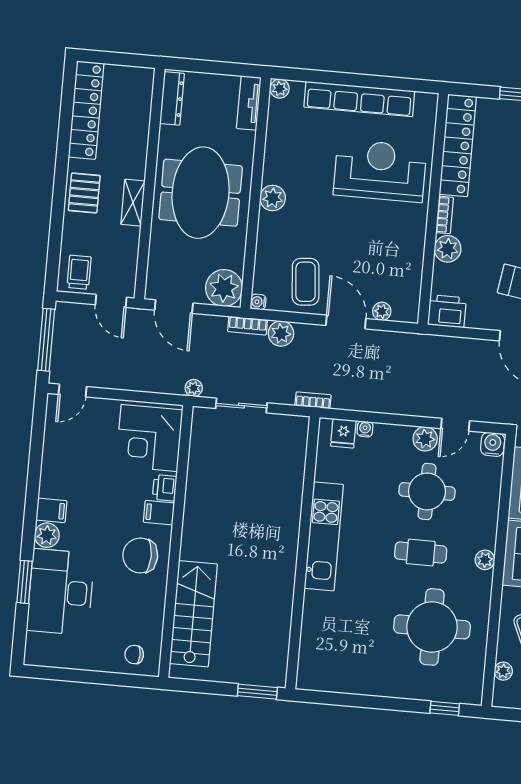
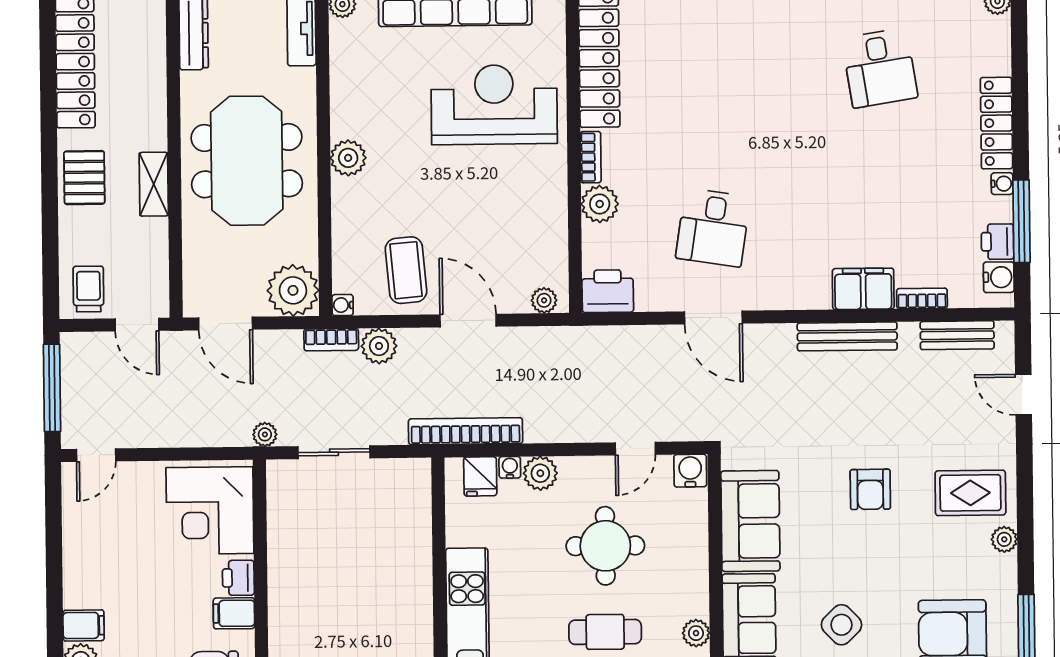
plant: (382, 311) -> (544, 300), moved
bookcase: (313, 400) -> (466, 431), width x2.31, depth x1.31
plant: (425, 439) -> (540, 473), moved

